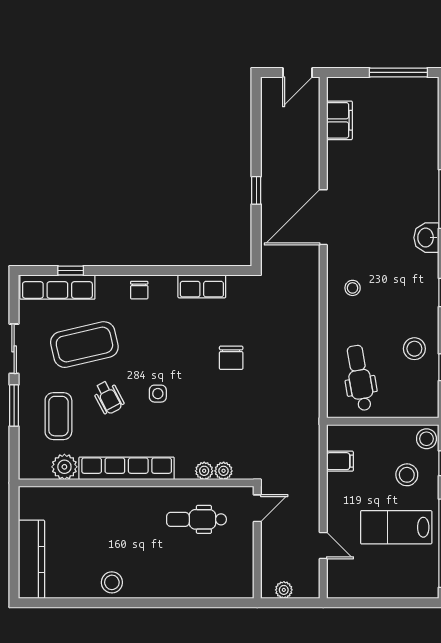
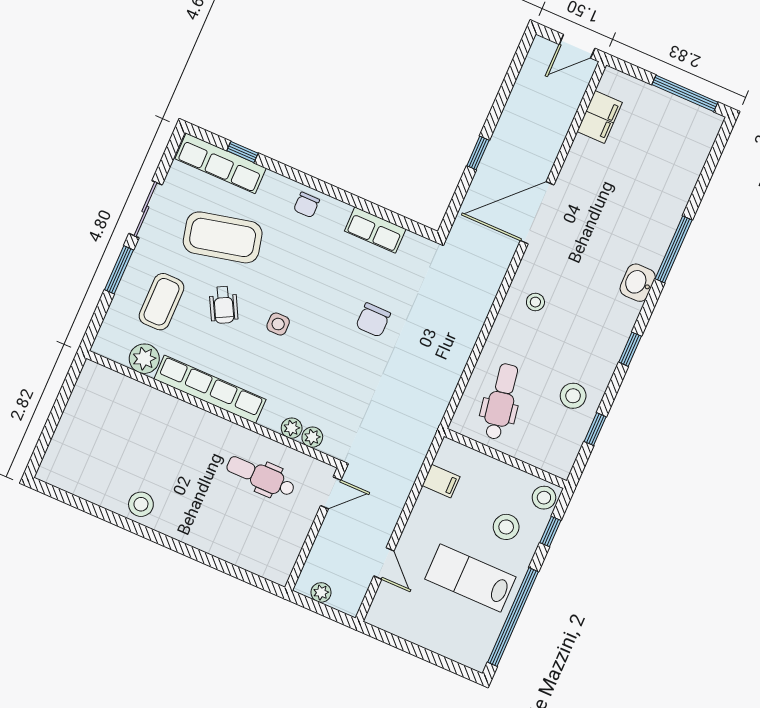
kitchen counter: (31, 559) -> (66, 442), removed

